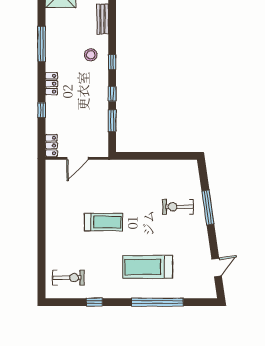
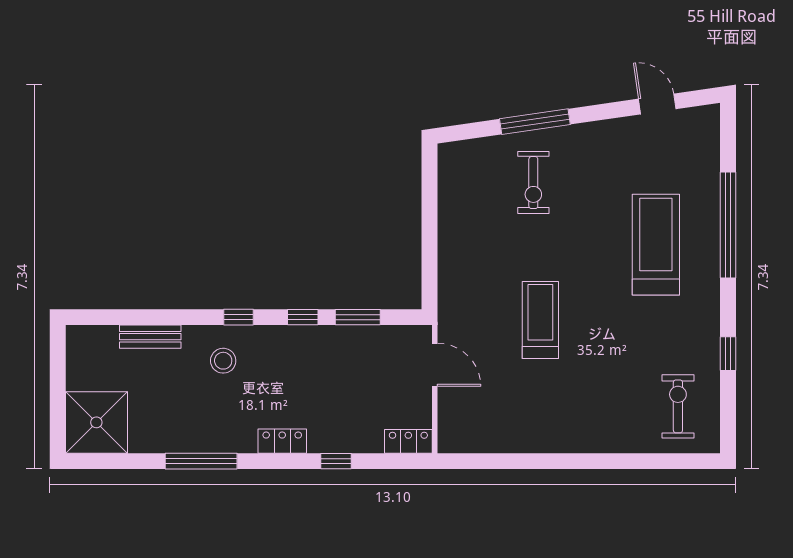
door: (77, 158) -> (435, 365), moved
treadmill: (103, 222) -> (540, 320), moved
treadmill: (148, 267) -> (656, 245), turned 180

